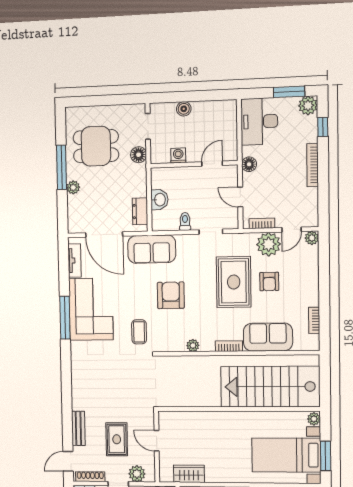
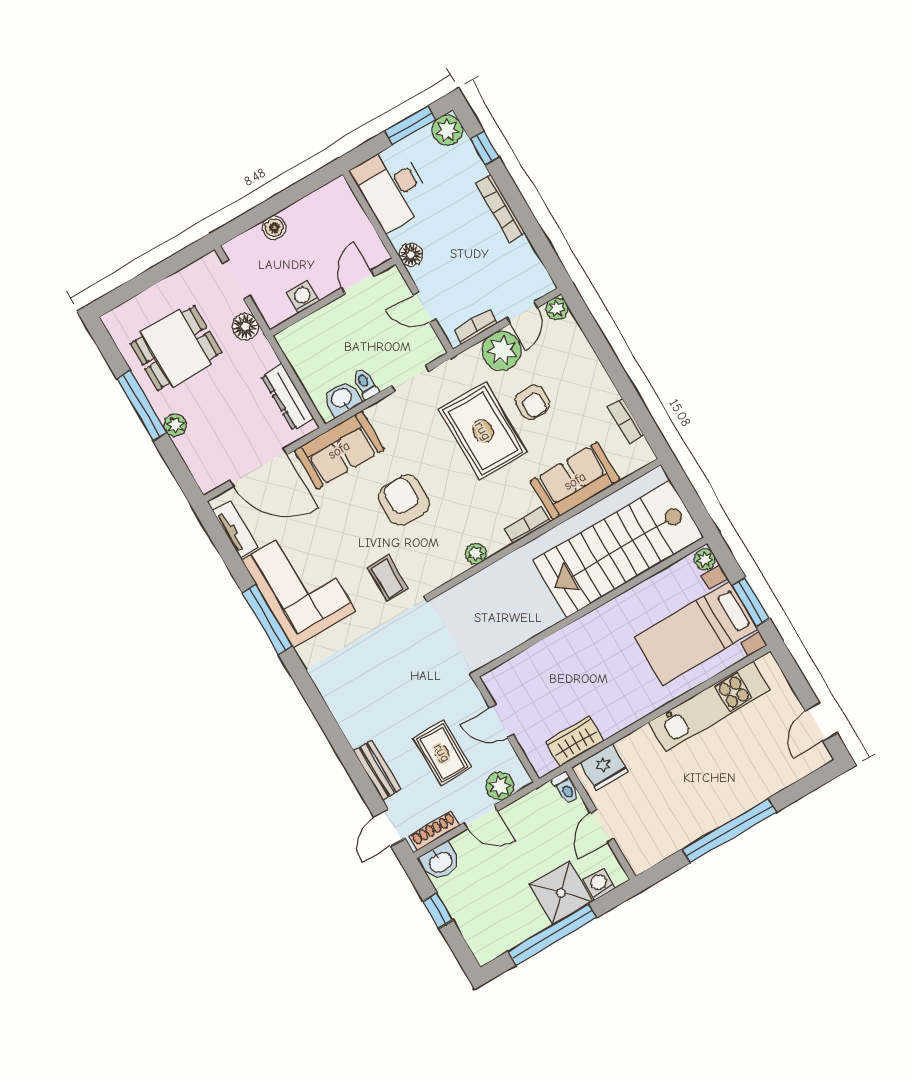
washbasin: (159, 200) -> (342, 399), moved, turned -90
dresser: (140, 211) -> (287, 397), width x1.44

